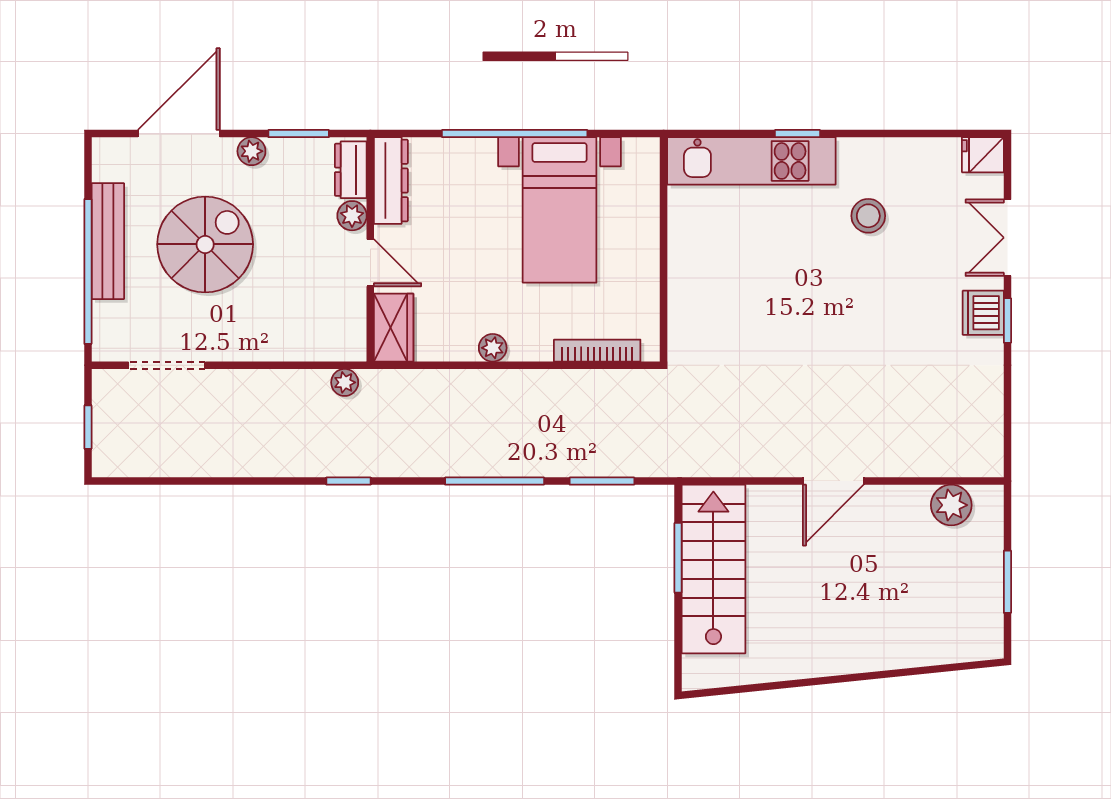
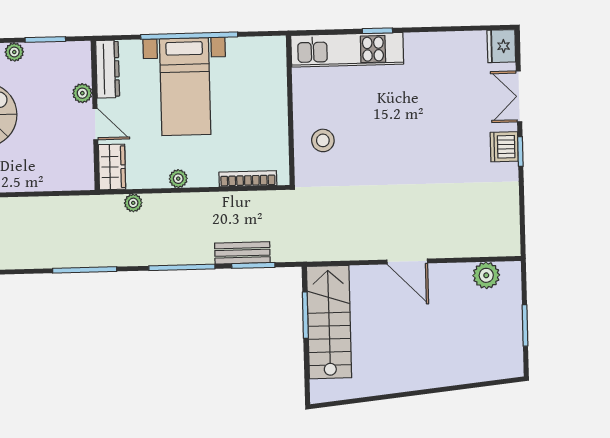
fridge: (983, 155) -> (501, 46), width x1.38
dresser: (351, 170) -> (81, 63), removed
bed with nightstands: (560, 210) -> (185, 87), moved
stool: (868, 216) -> (323, 140), moved
plant: (345, 382) -> (133, 203), moved
bench: (586, 462) -> (242, 253), added
window: (348, 481) -> (85, 270), width x2.17
door: (833, 481) -> (407, 261), hinge flipped

